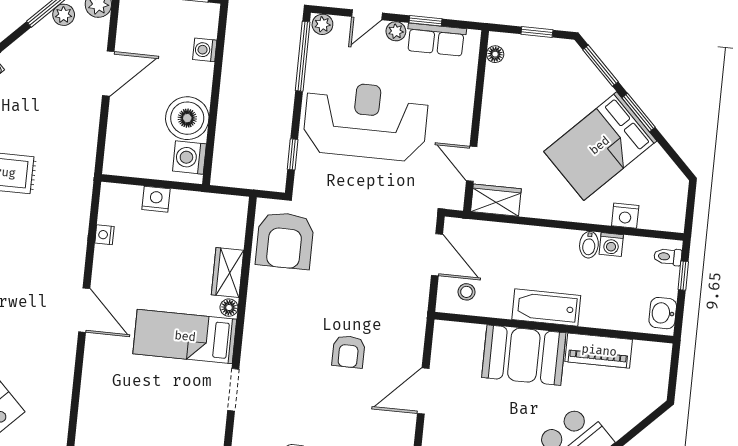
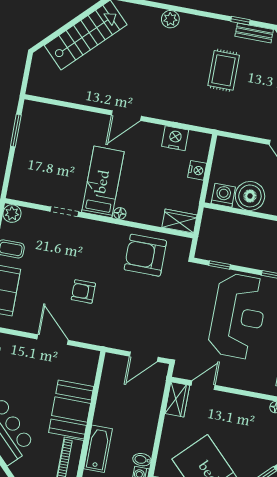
nightstand: (104, 235) -> (175, 138), width x1.89, depth x1.79
armchair: (285, 240) -> (145, 255), moved
wardrobe: (227, 273) -> (179, 221), moved
stool: (466, 292) -> (117, 374), removed
bathtub: (546, 307) -> (98, 449), moved

